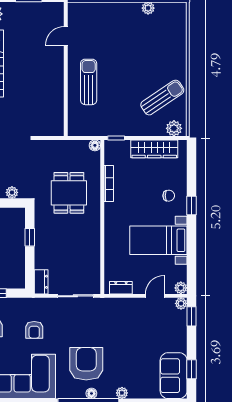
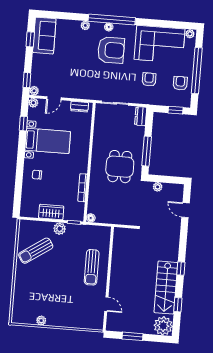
door: (66, 36) -> (106, 304), hinge flipped
plant: (174, 128) -> (60, 229), moved
wardrobe: (154, 149) -> (51, 212), width x0.67
dining table: (69, 193) -> (120, 167), moved
window: (191, 206) -> (23, 124), moved
window: (30, 237) -> (147, 151), width x2.17
armchair: (86, 364) -> (111, 50), turned -90

